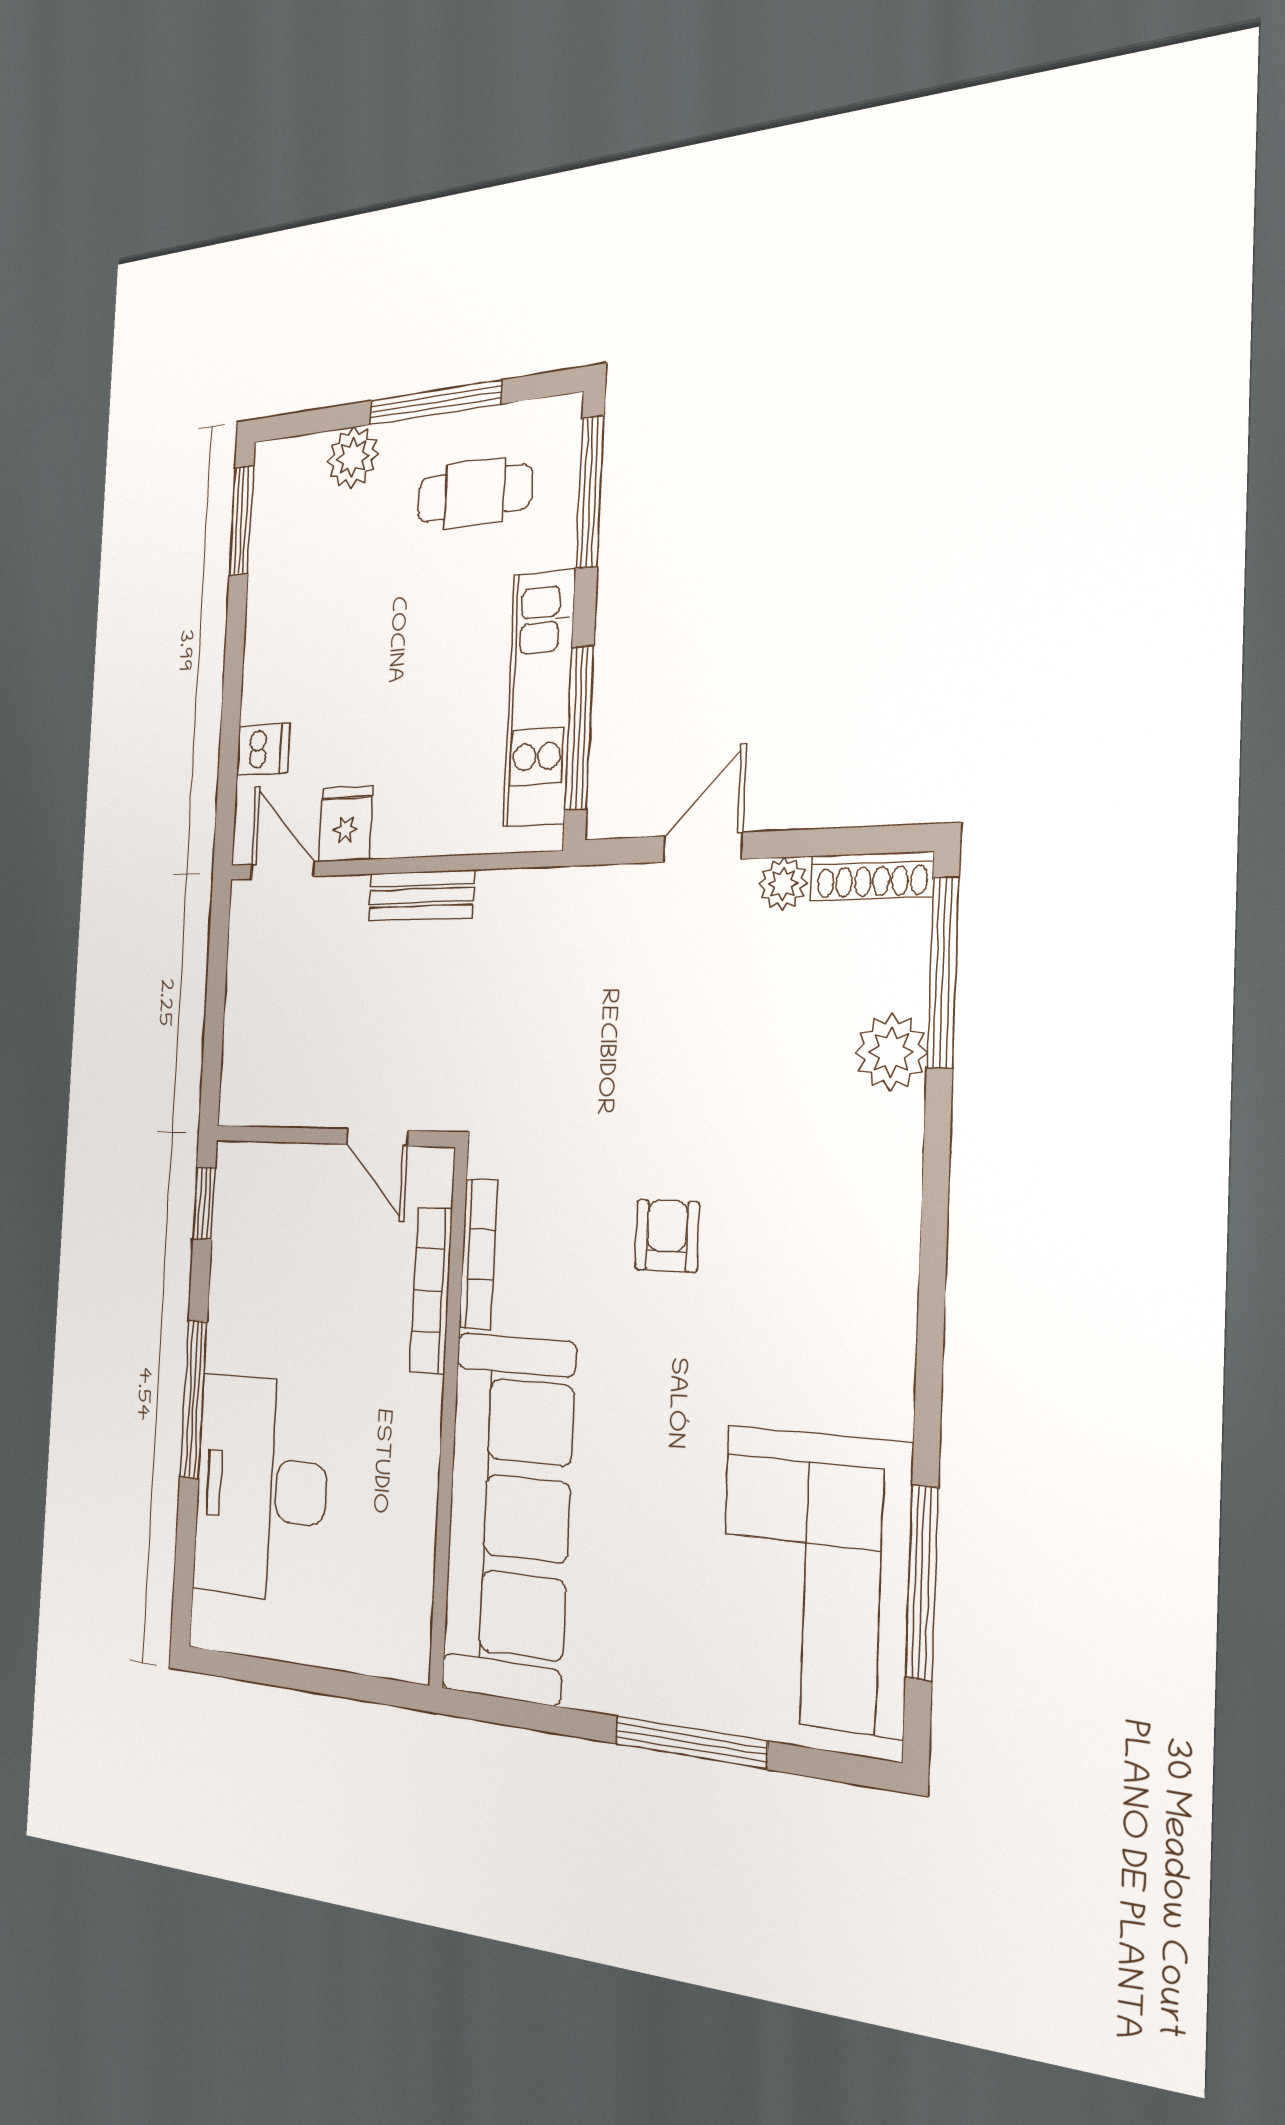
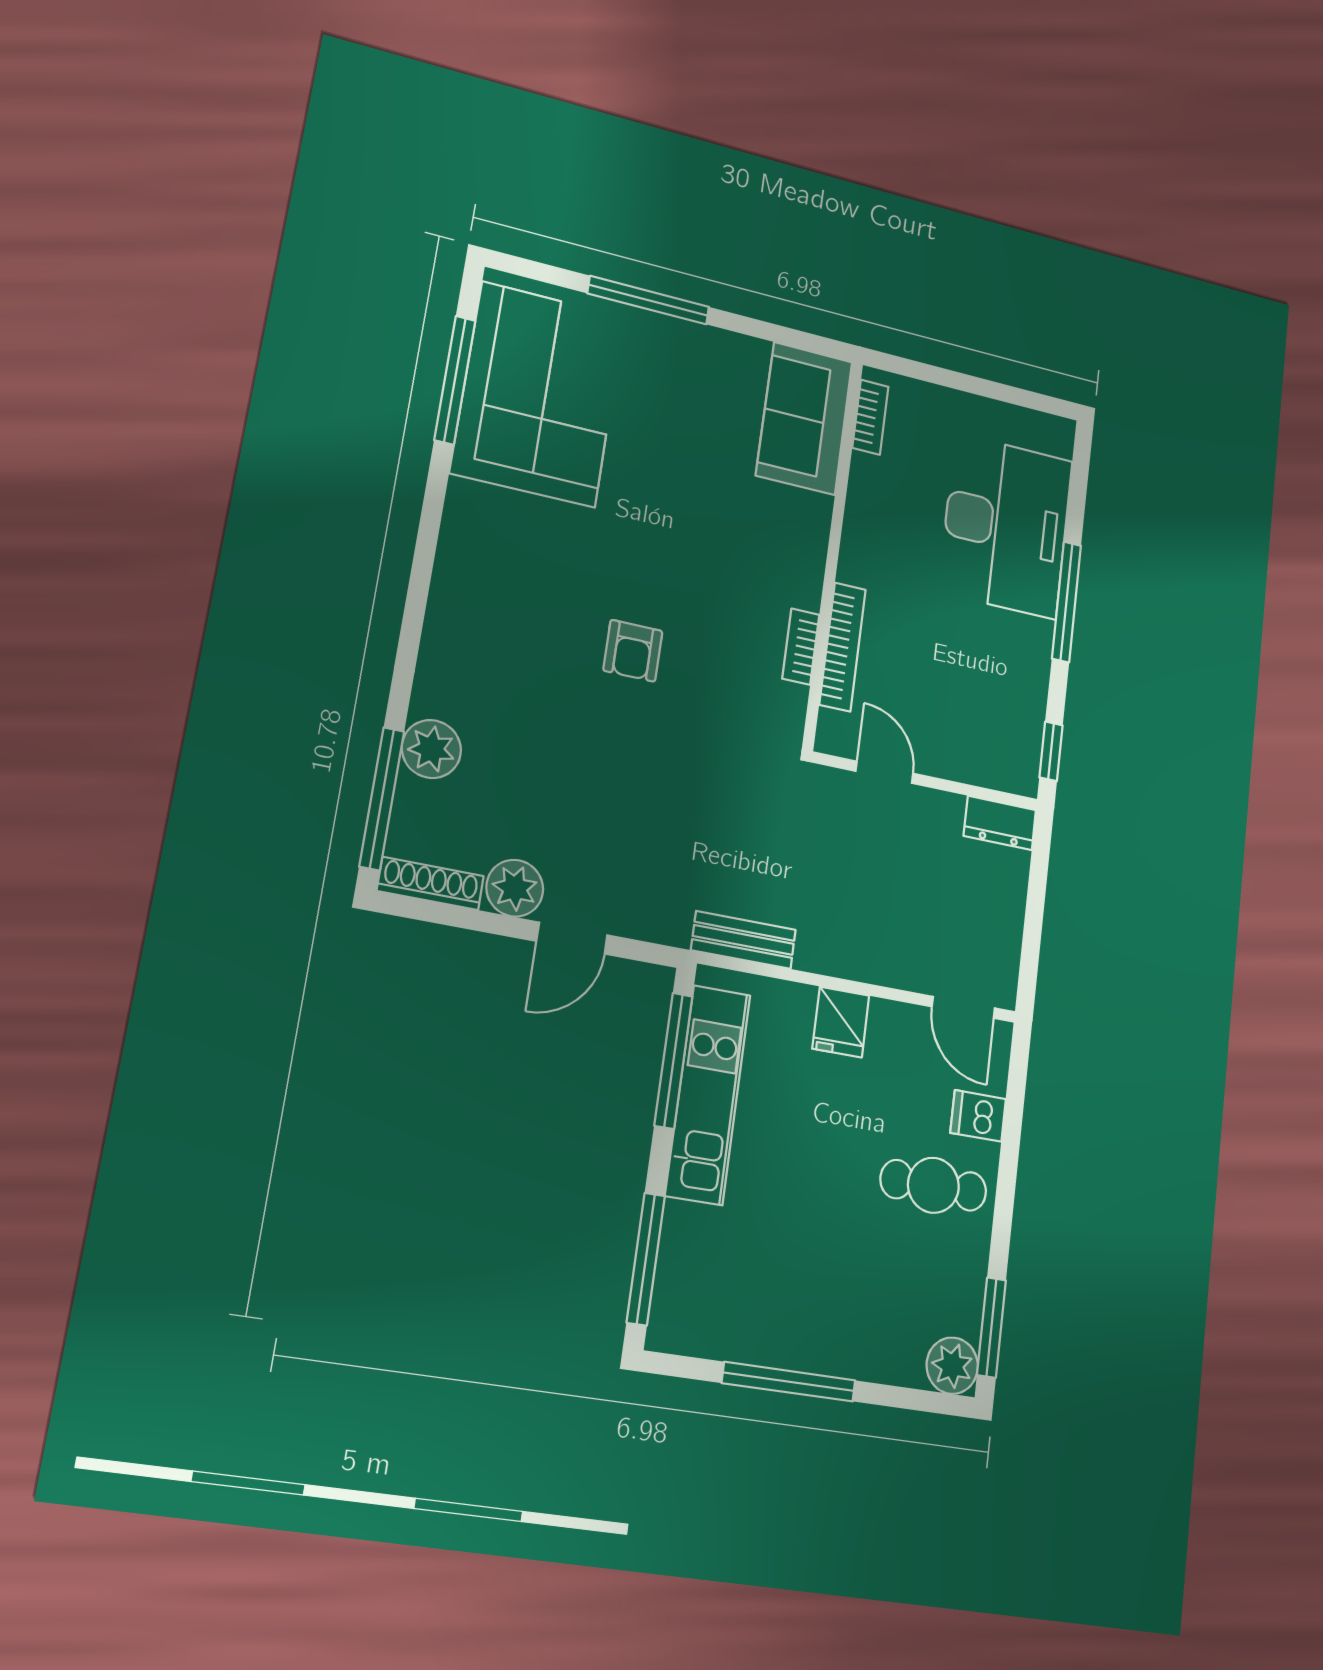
plant: (353, 458) -> (952, 1366), moved
cafe table: (475, 493) -> (933, 1185), moved
fridge: (346, 824) -> (841, 1022), moved
plant: (783, 884) -> (515, 888), width x1.38, depth x1.38
bench: (421, 896) -> (743, 940), moved
dresser: (254, 1102) -> (1000, 823), added
bookcase: (478, 1254) -> (801, 647), width x0.64
sofa: (509, 1516) -> (804, 418), width x0.54, depth x0.79
bookcase: (417, 1612) -> (870, 417), added

